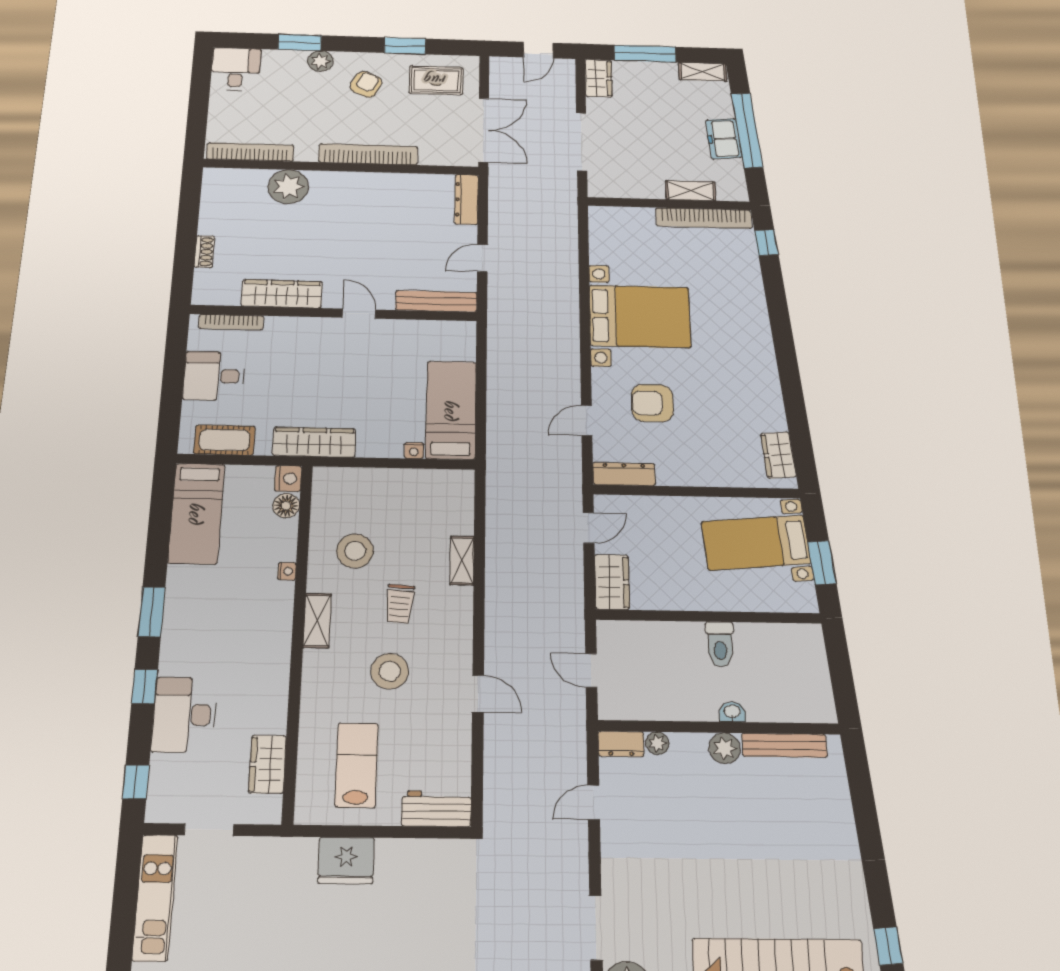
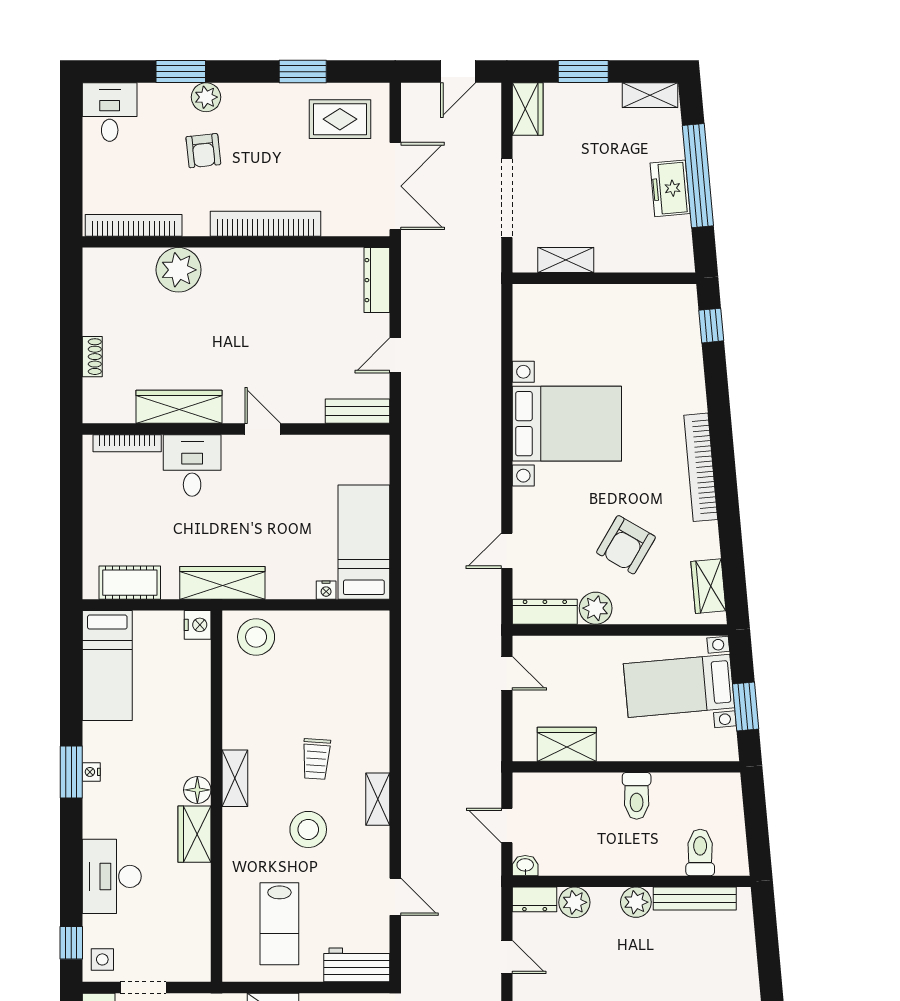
window: (645, 54) -> (583, 72), width x0.69
armchair: (366, 84) -> (203, 151), moved, turned 148
shelving: (691, 191) -> (566, 260), moved
bookcase: (704, 218) -> (701, 467), moved, turned 85
bench: (436, 301) -> (358, 411), width x0.73
desk: (214, 376) -> (192, 465), moved, turned 90
armchair: (652, 403) -> (626, 545), moved, turned -60
plant: (672, 472) -> (596, 608), added
floor lamp: (286, 506) -> (197, 790), moved
door: (589, 528) -> (507, 673), hinge flipped
stool: (355, 551) -> (256, 637), moved
shelving: (462, 561) -> (378, 799), moved
nightstand: (287, 571) -> (91, 772), moved, turned 180
wardrobe: (612, 582) -> (567, 744), moved, turned -90
window: (145, 687) -> (71, 849), removed
door: (478, 694) -> (395, 897), moved
toilet: (787, 700) -> (700, 852), added
washbasin: (732, 712) -> (525, 866), moved
plant: (657, 743) -> (574, 902), width x1.38, depth x1.38
wardrobe: (268, 764) -> (194, 834), moved
lab bench: (357, 765) -> (279, 924), turned 180
side table: (167, 800) -> (102, 959), added
door: (594, 802) -> (507, 957), swing flipped

